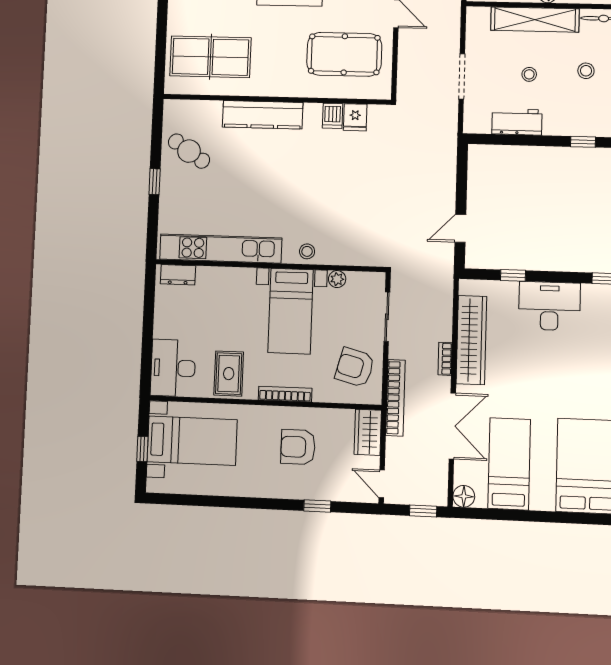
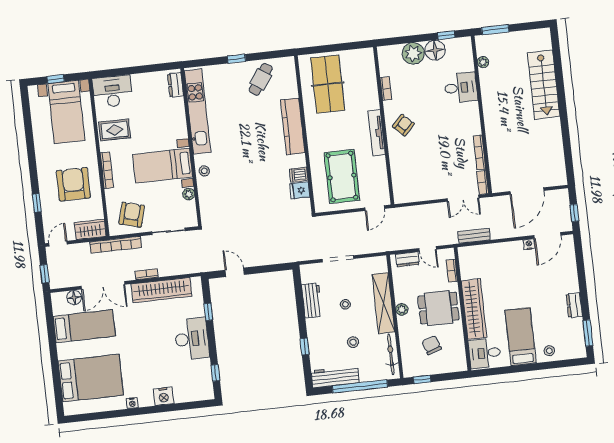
armchair: (298, 447) -> (73, 184), width x1.36, depth x1.36
floor lamp: (464, 496) -> (74, 297), moved

